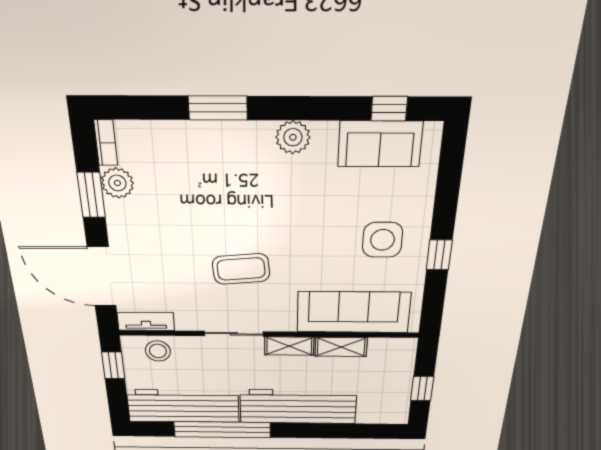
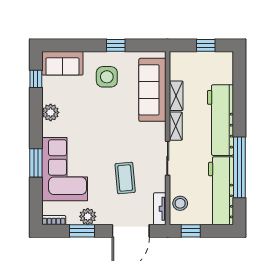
plant: (293, 137) -> (51, 112), moved
sofa: (380, 144) -> (62, 63), moved, turned 90
corner sofa: (207, 164) -> (65, 169), added
plant: (117, 183) -> (88, 216), moved
coffee table: (241, 269) -> (125, 178), moved

